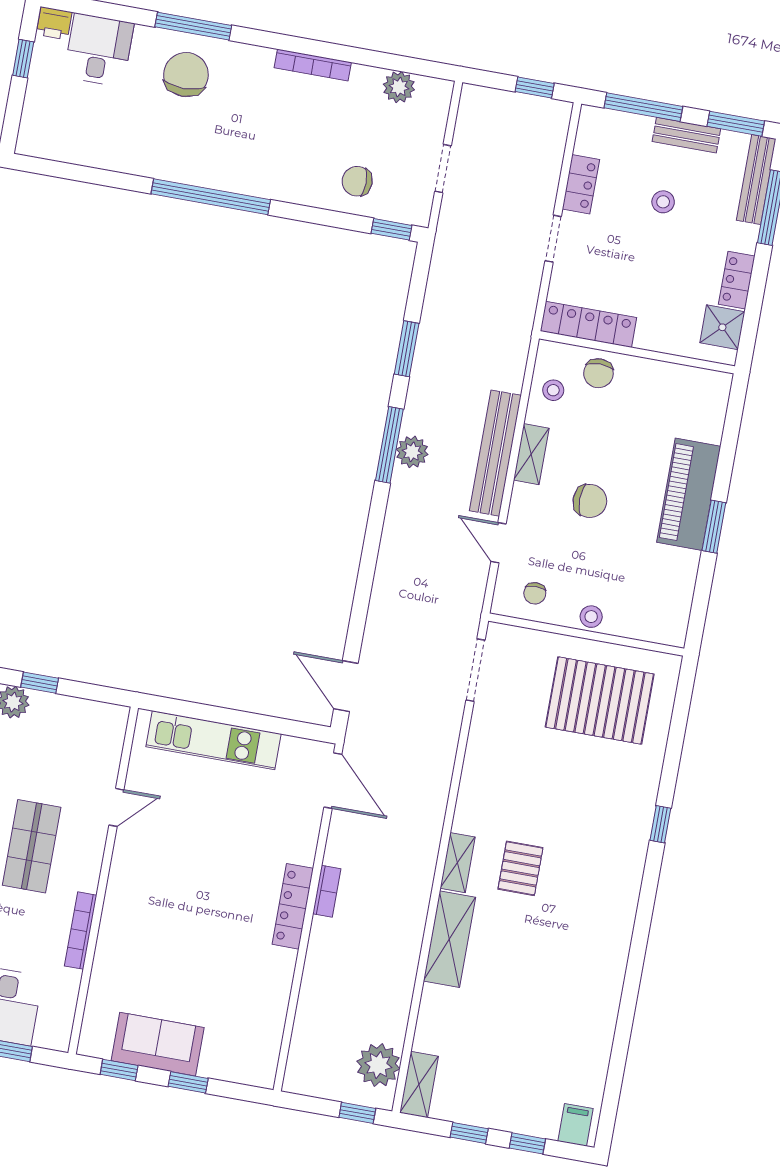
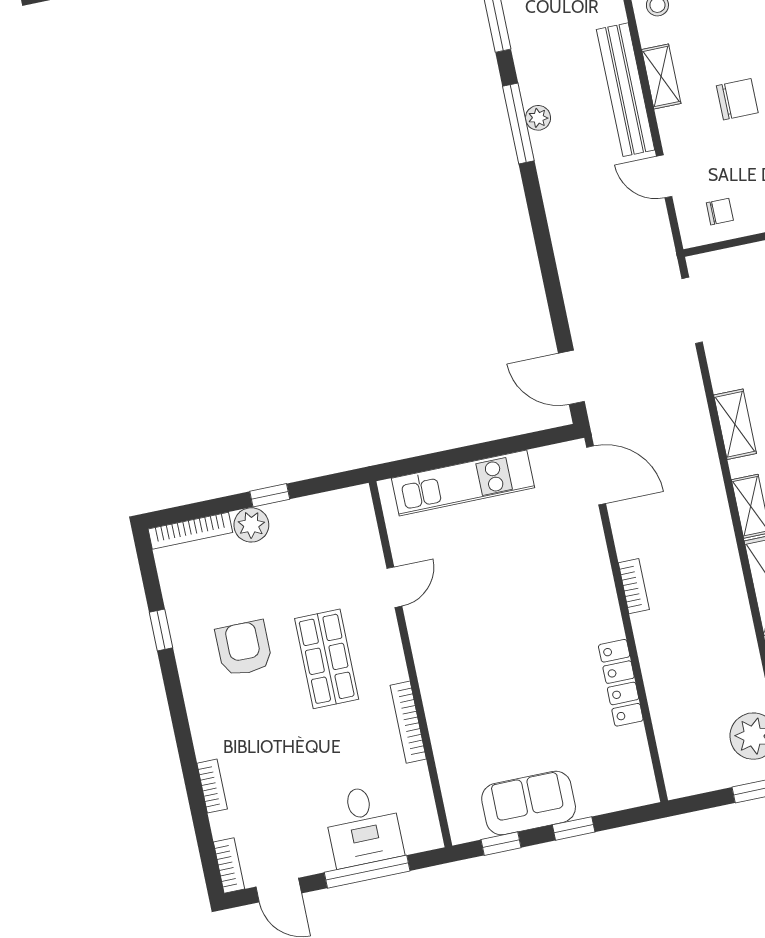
plant: (412, 452) -> (538, 118), width x0.73, depth x0.73
chair: (535, 593) -> (720, 212), turned -90
shelving: (473, 785) -> (735, 424), added
locker: (293, 906) -> (621, 683), moved

